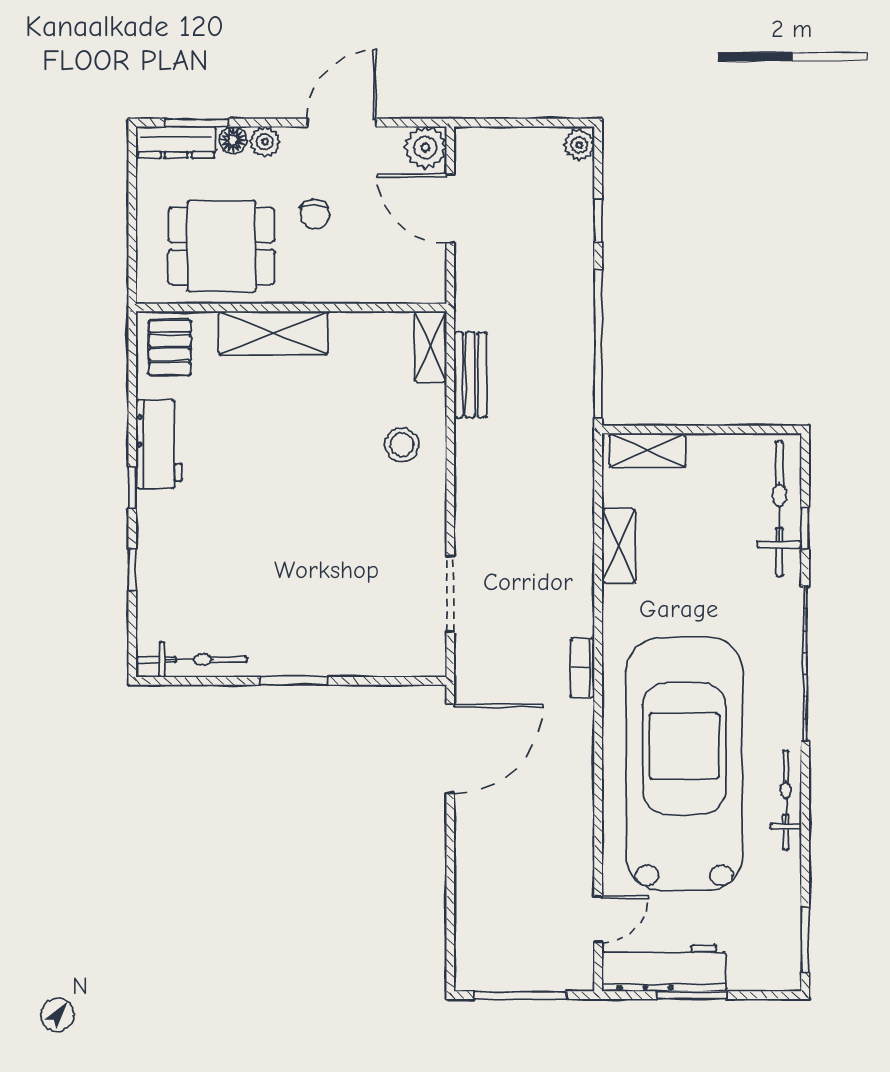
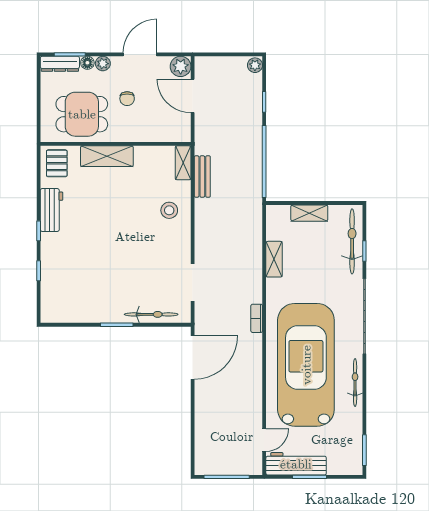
shelving: (647, 450) -> (309, 213), moved
bicycle: (192, 660) -> (151, 314), moved

